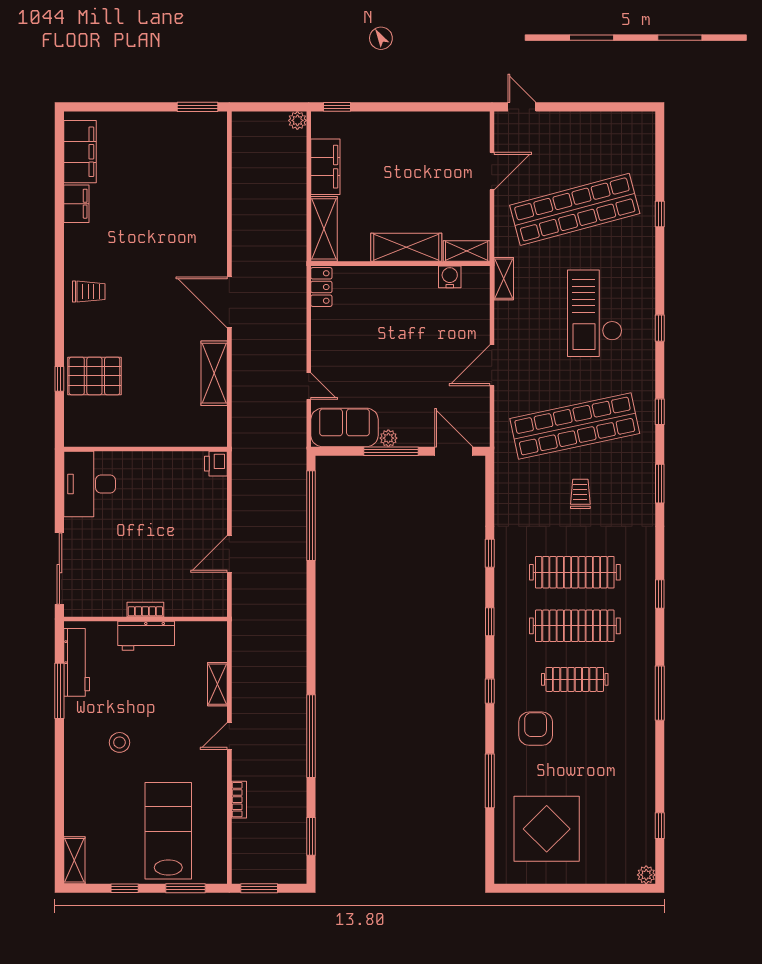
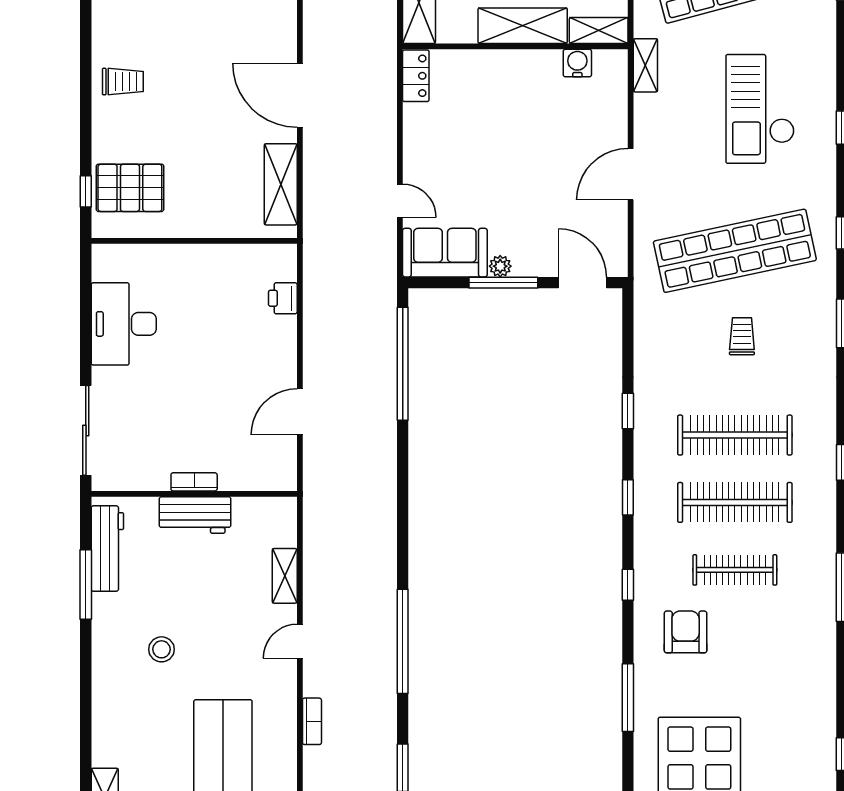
wall: (145, 449) -> (194, 241), moved

